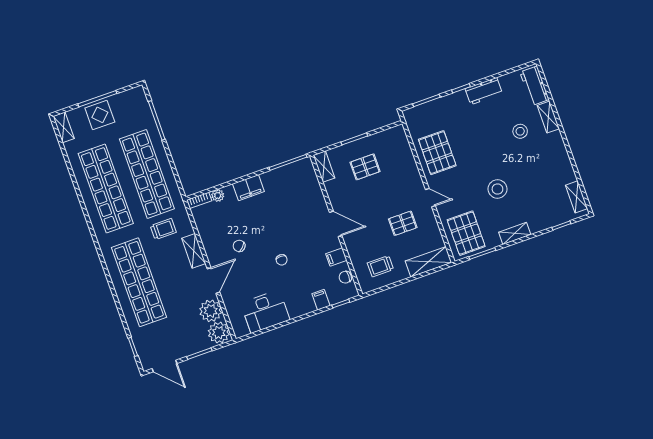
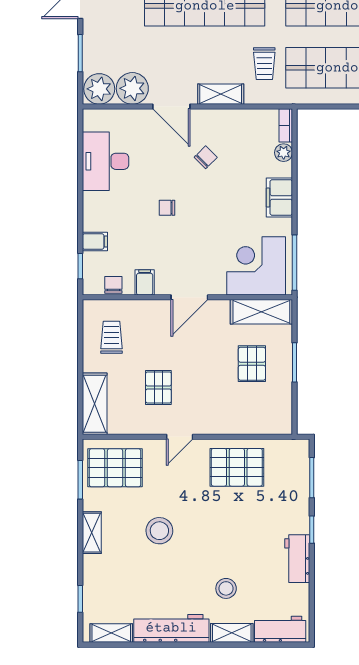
workbench: (559, 158) -> (171, 628), added
shelving: (324, 167) -> (261, 312), width x1.50, depth x1.33
corner desk: (299, 187) -> (256, 266), added

